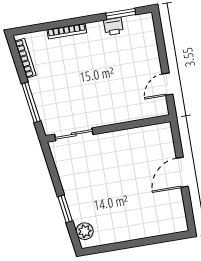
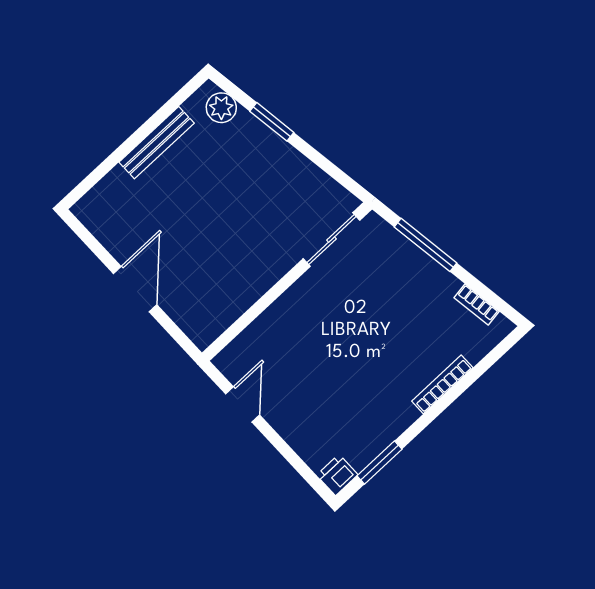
printer: (113, 26) -> (337, 475), moved
bookcase: (26, 58) -> (477, 304), width x0.64
bench: (126, 235) -> (157, 143), added

